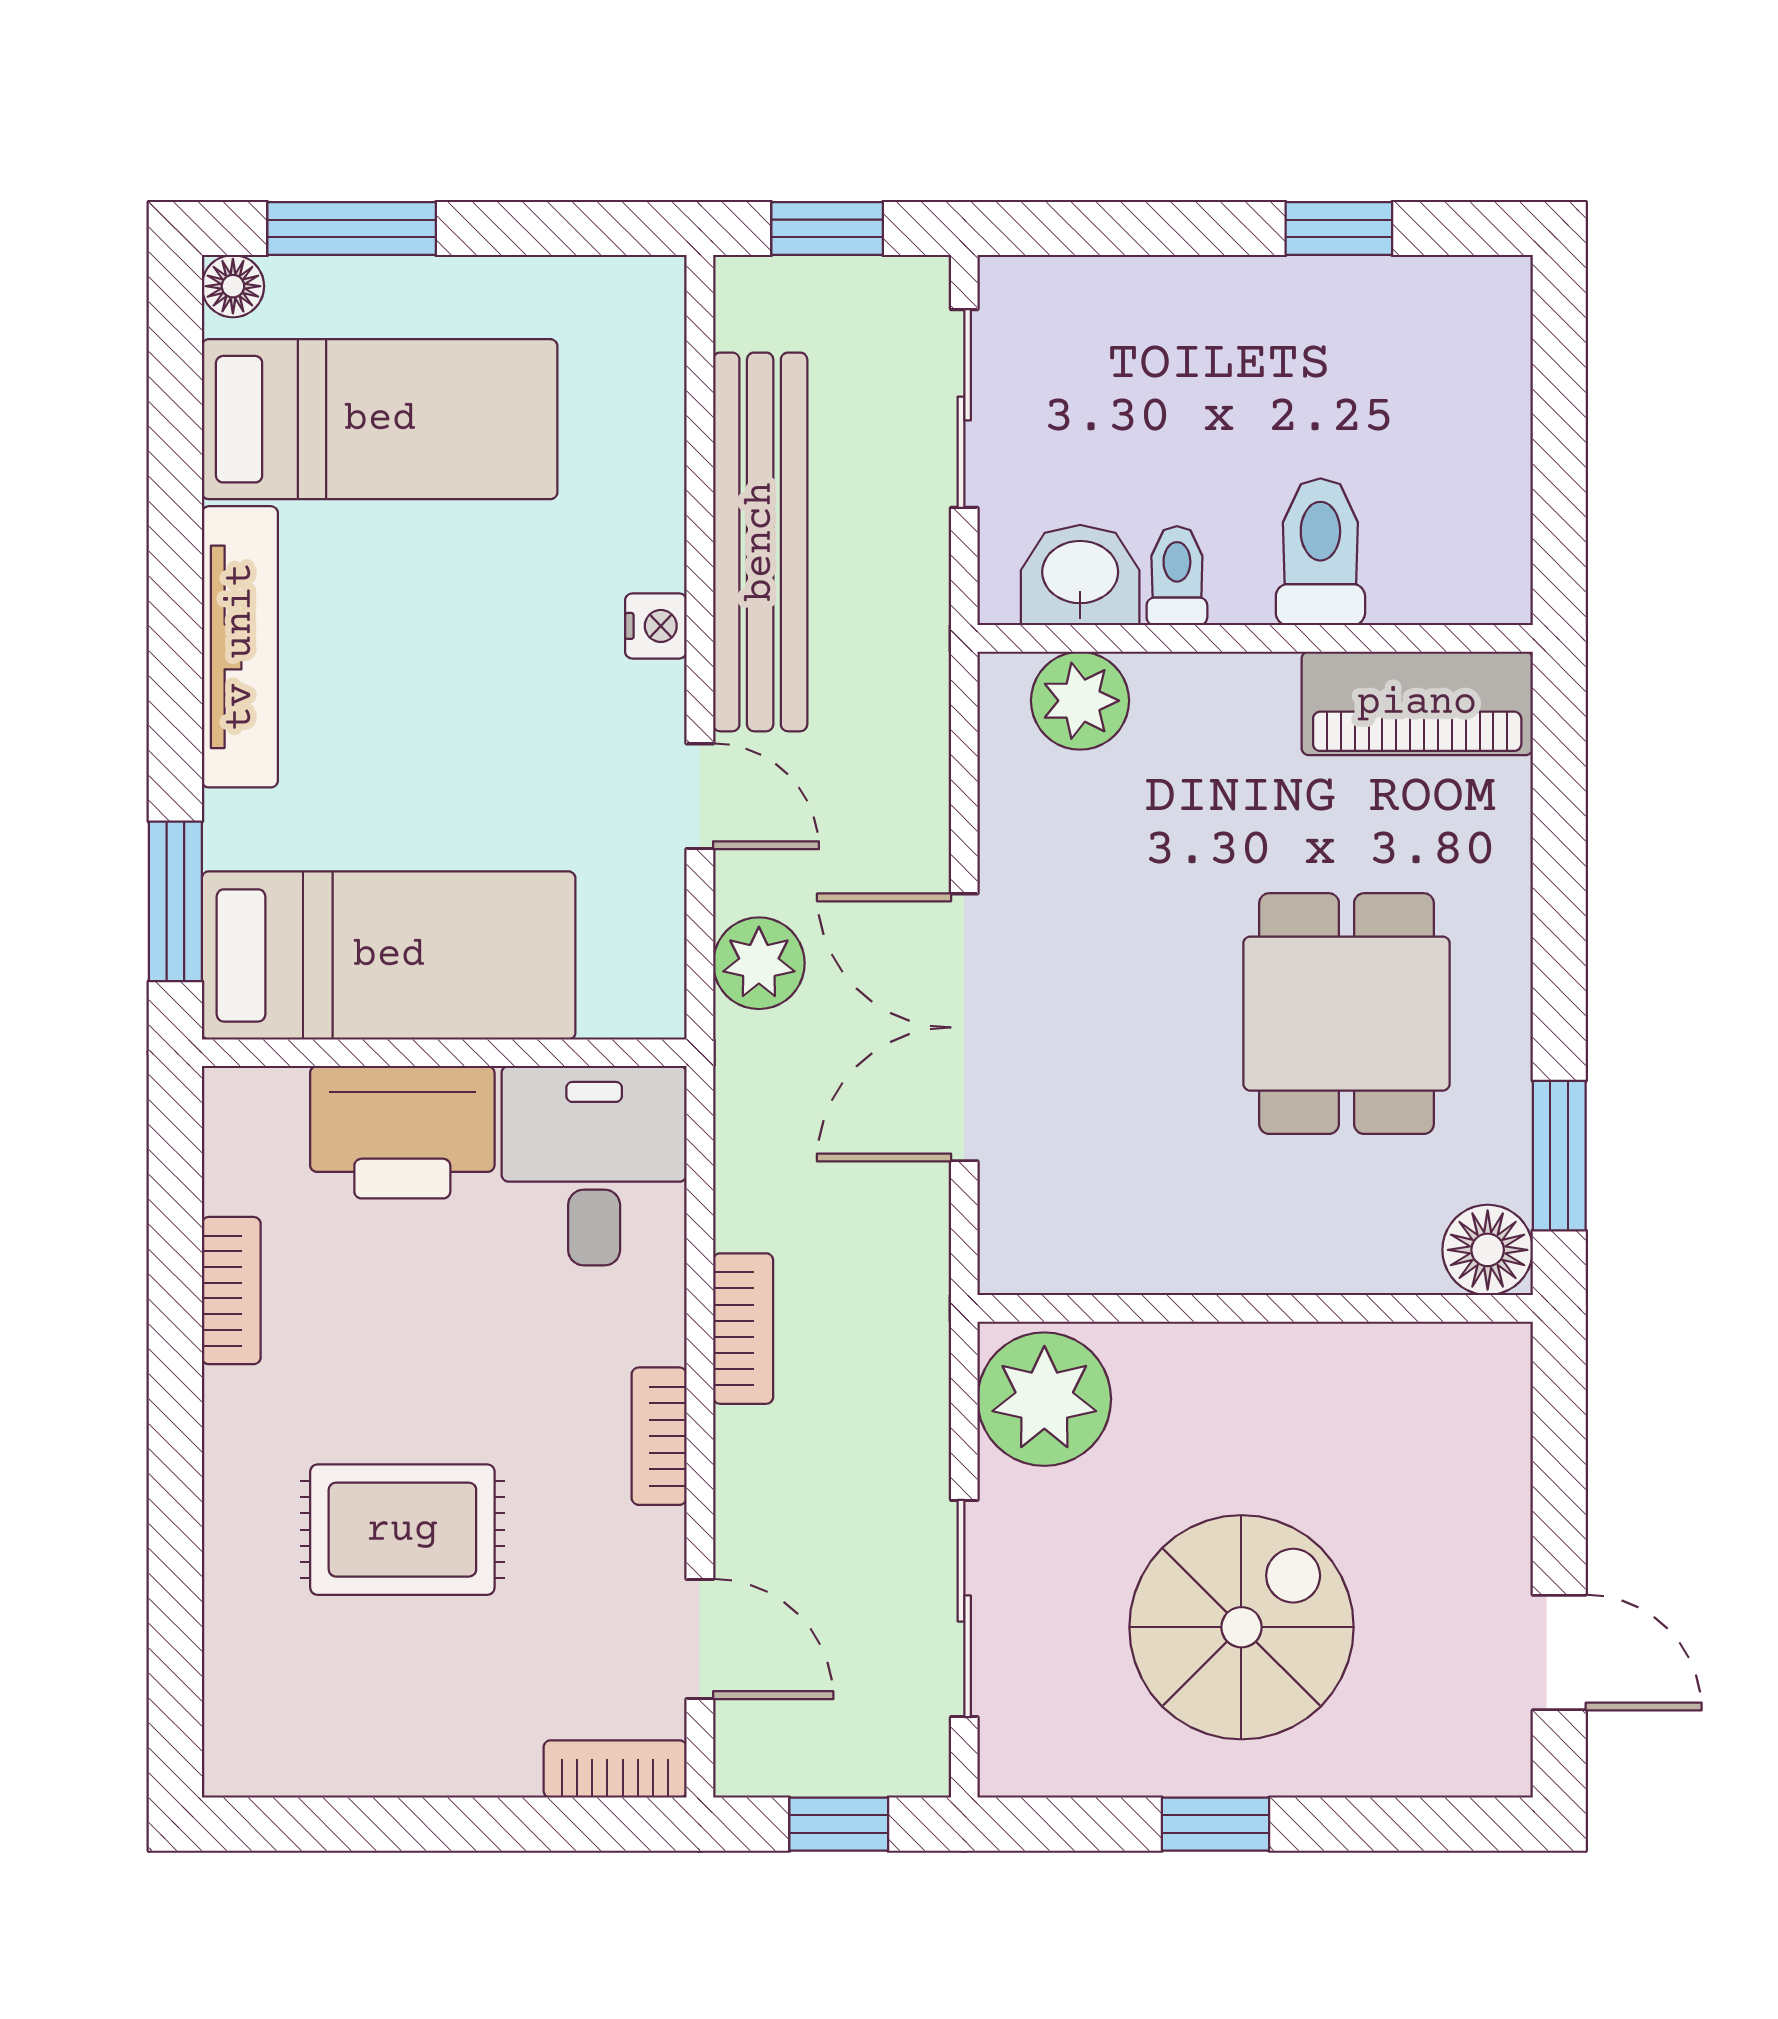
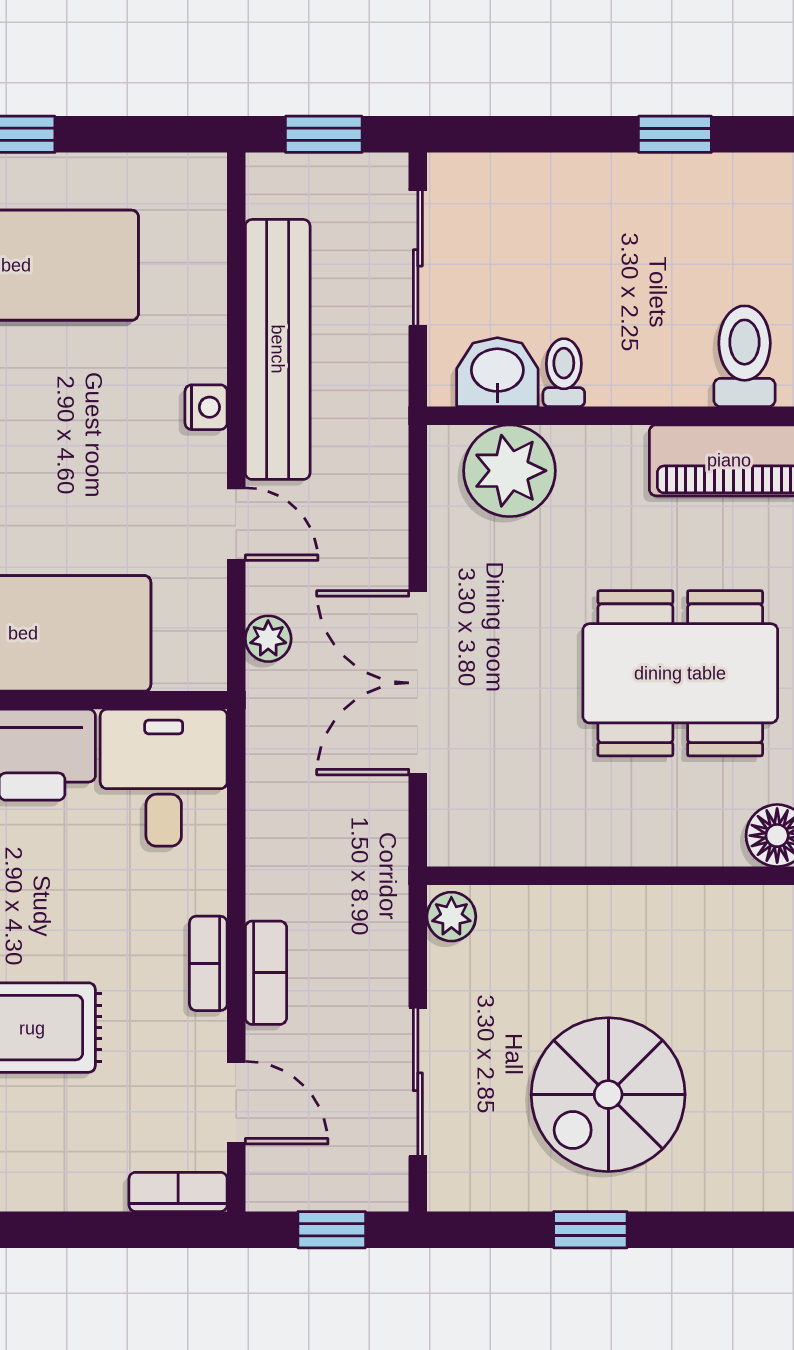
toilet: (1320, 552) -> (745, 356), moved
plant: (1080, 701) -> (509, 471), width x1.36, depth x1.36
plant: (759, 963) -> (268, 639), width x0.73, depth x0.73
dining table: (1346, 1014) -> (680, 673), width x1.38
bookcase: (743, 1329) -> (266, 973), moved
plant: (1044, 1399) -> (451, 917), width x0.53, depth x0.53
spiral stairs: (1241, 1627) -> (608, 1095), turned 180

